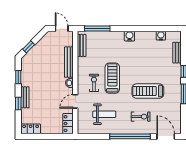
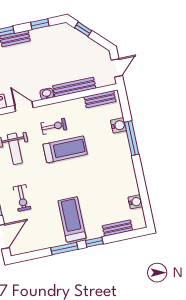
window: (97, 29) -> (132, 138), moved
water cooler: (129, 36) -> (119, 125), moved
treadmill: (148, 91) -> (72, 219), moved

